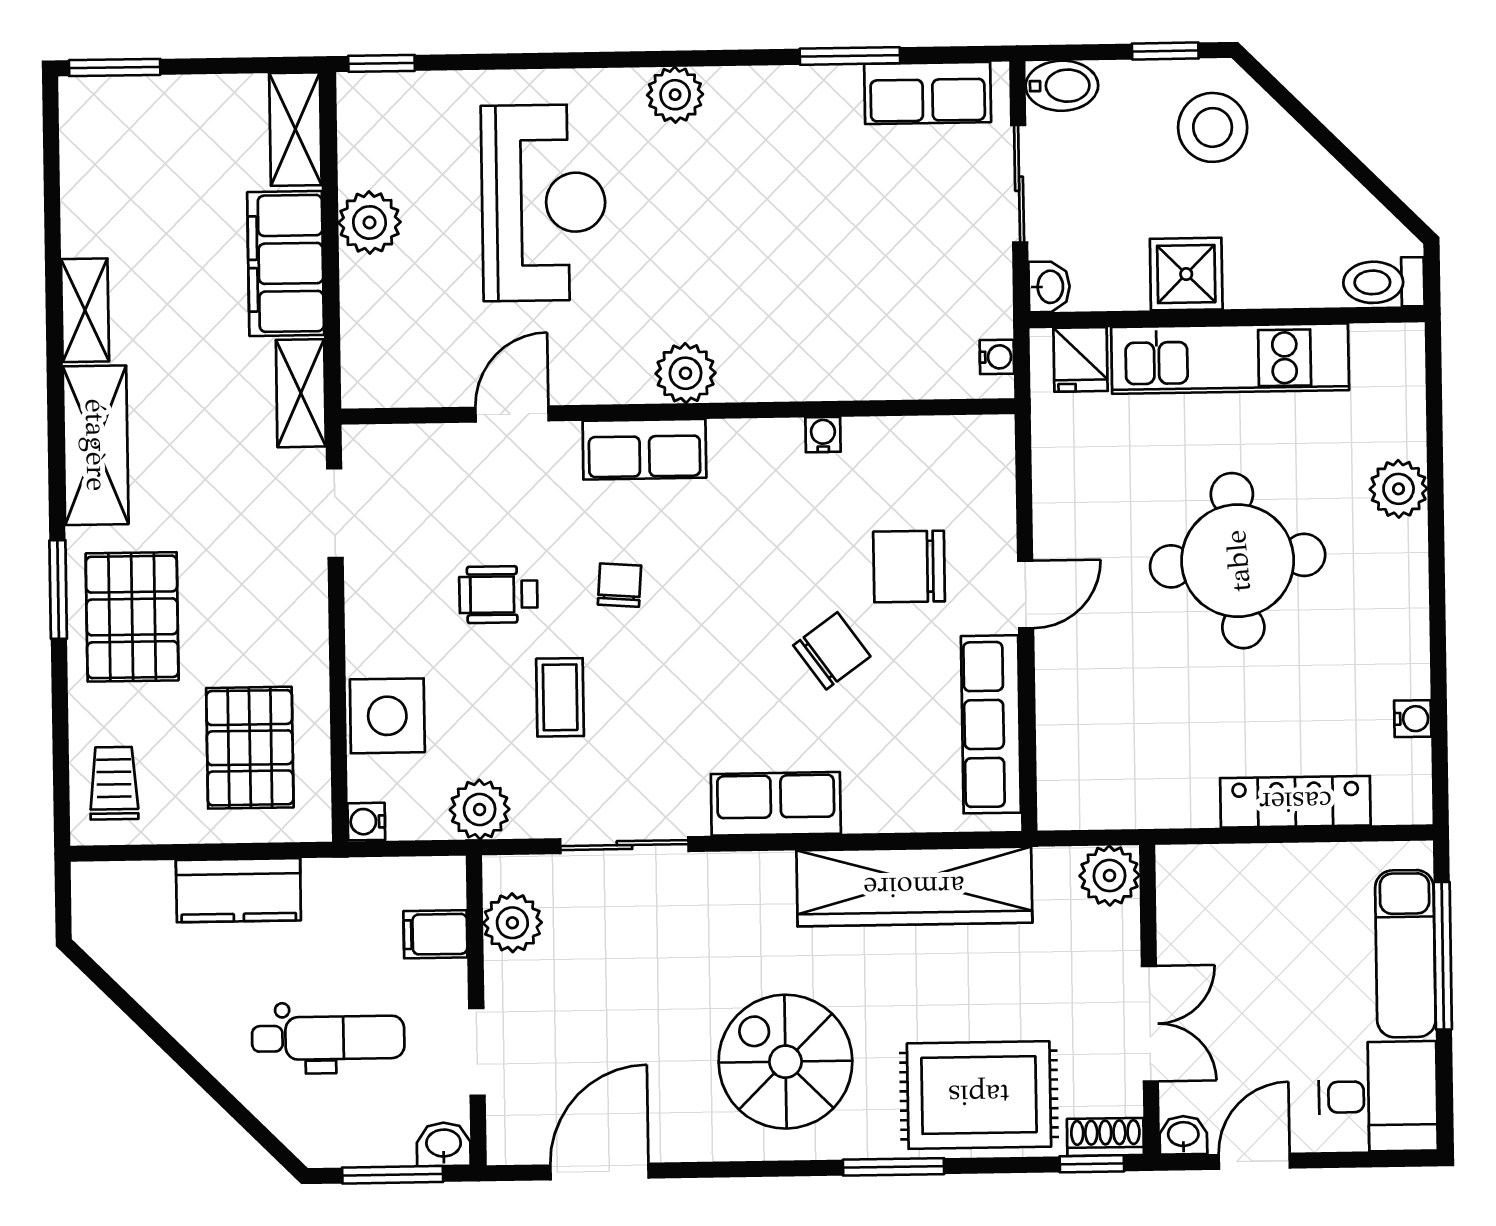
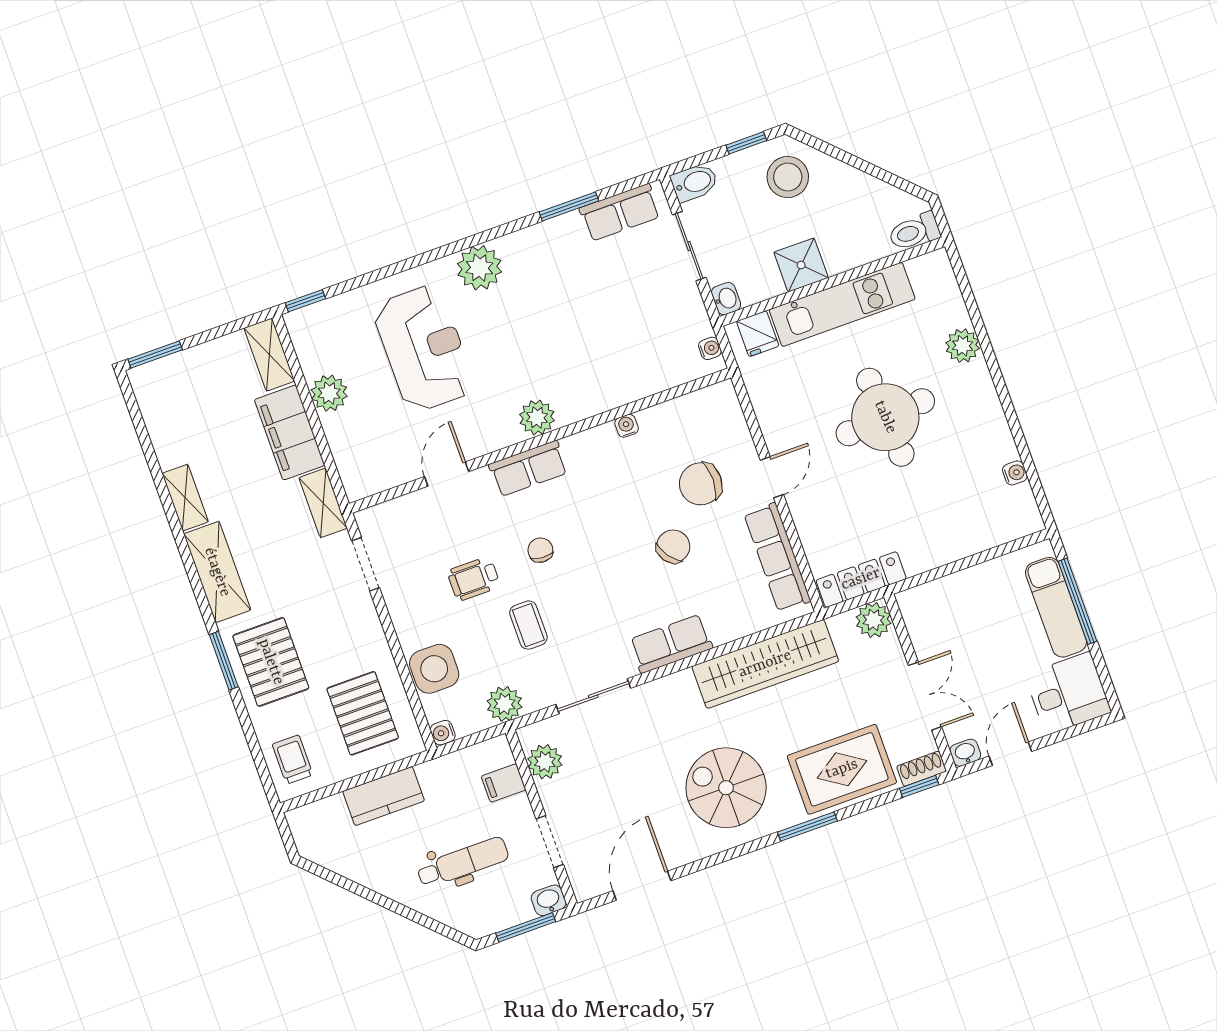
plant: (675, 95) -> (479, 268), width x1.36, depth x1.36
locker: (1295, 802) -> (861, 579), moved

